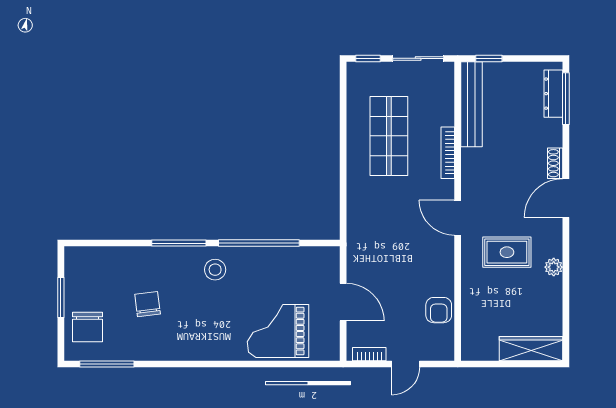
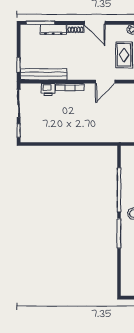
dresser: (553, 94) -> (53, 30), moved
printer: (443, 113) -> (48, 90), added
shop shelf: (389, 136) -> (61, 119), removed

